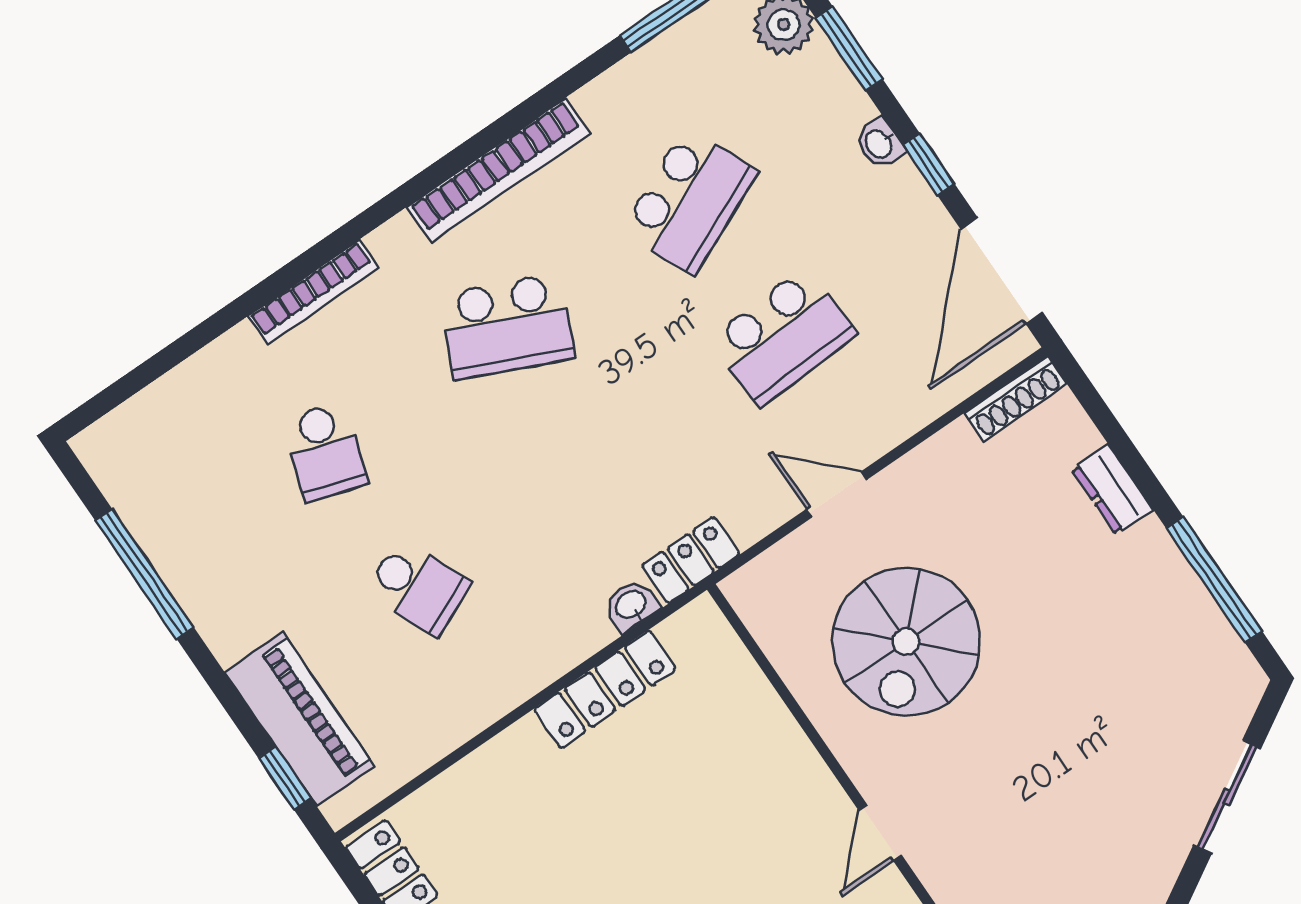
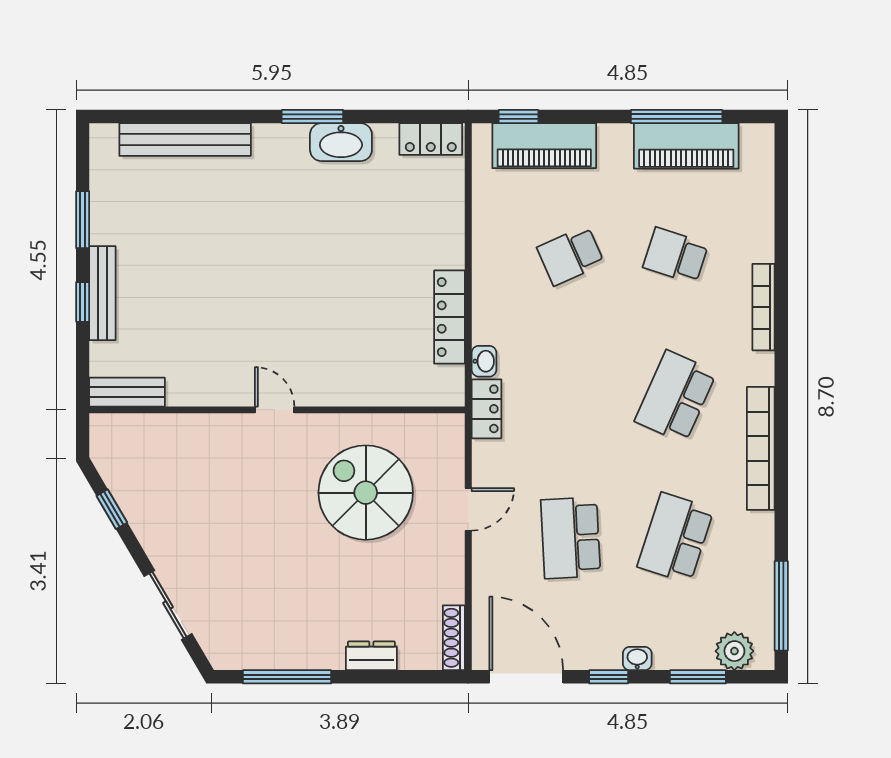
school desk: (689, 201) -> (676, 538), turned 42
piano: (174, 535) -> (686, 146), added

